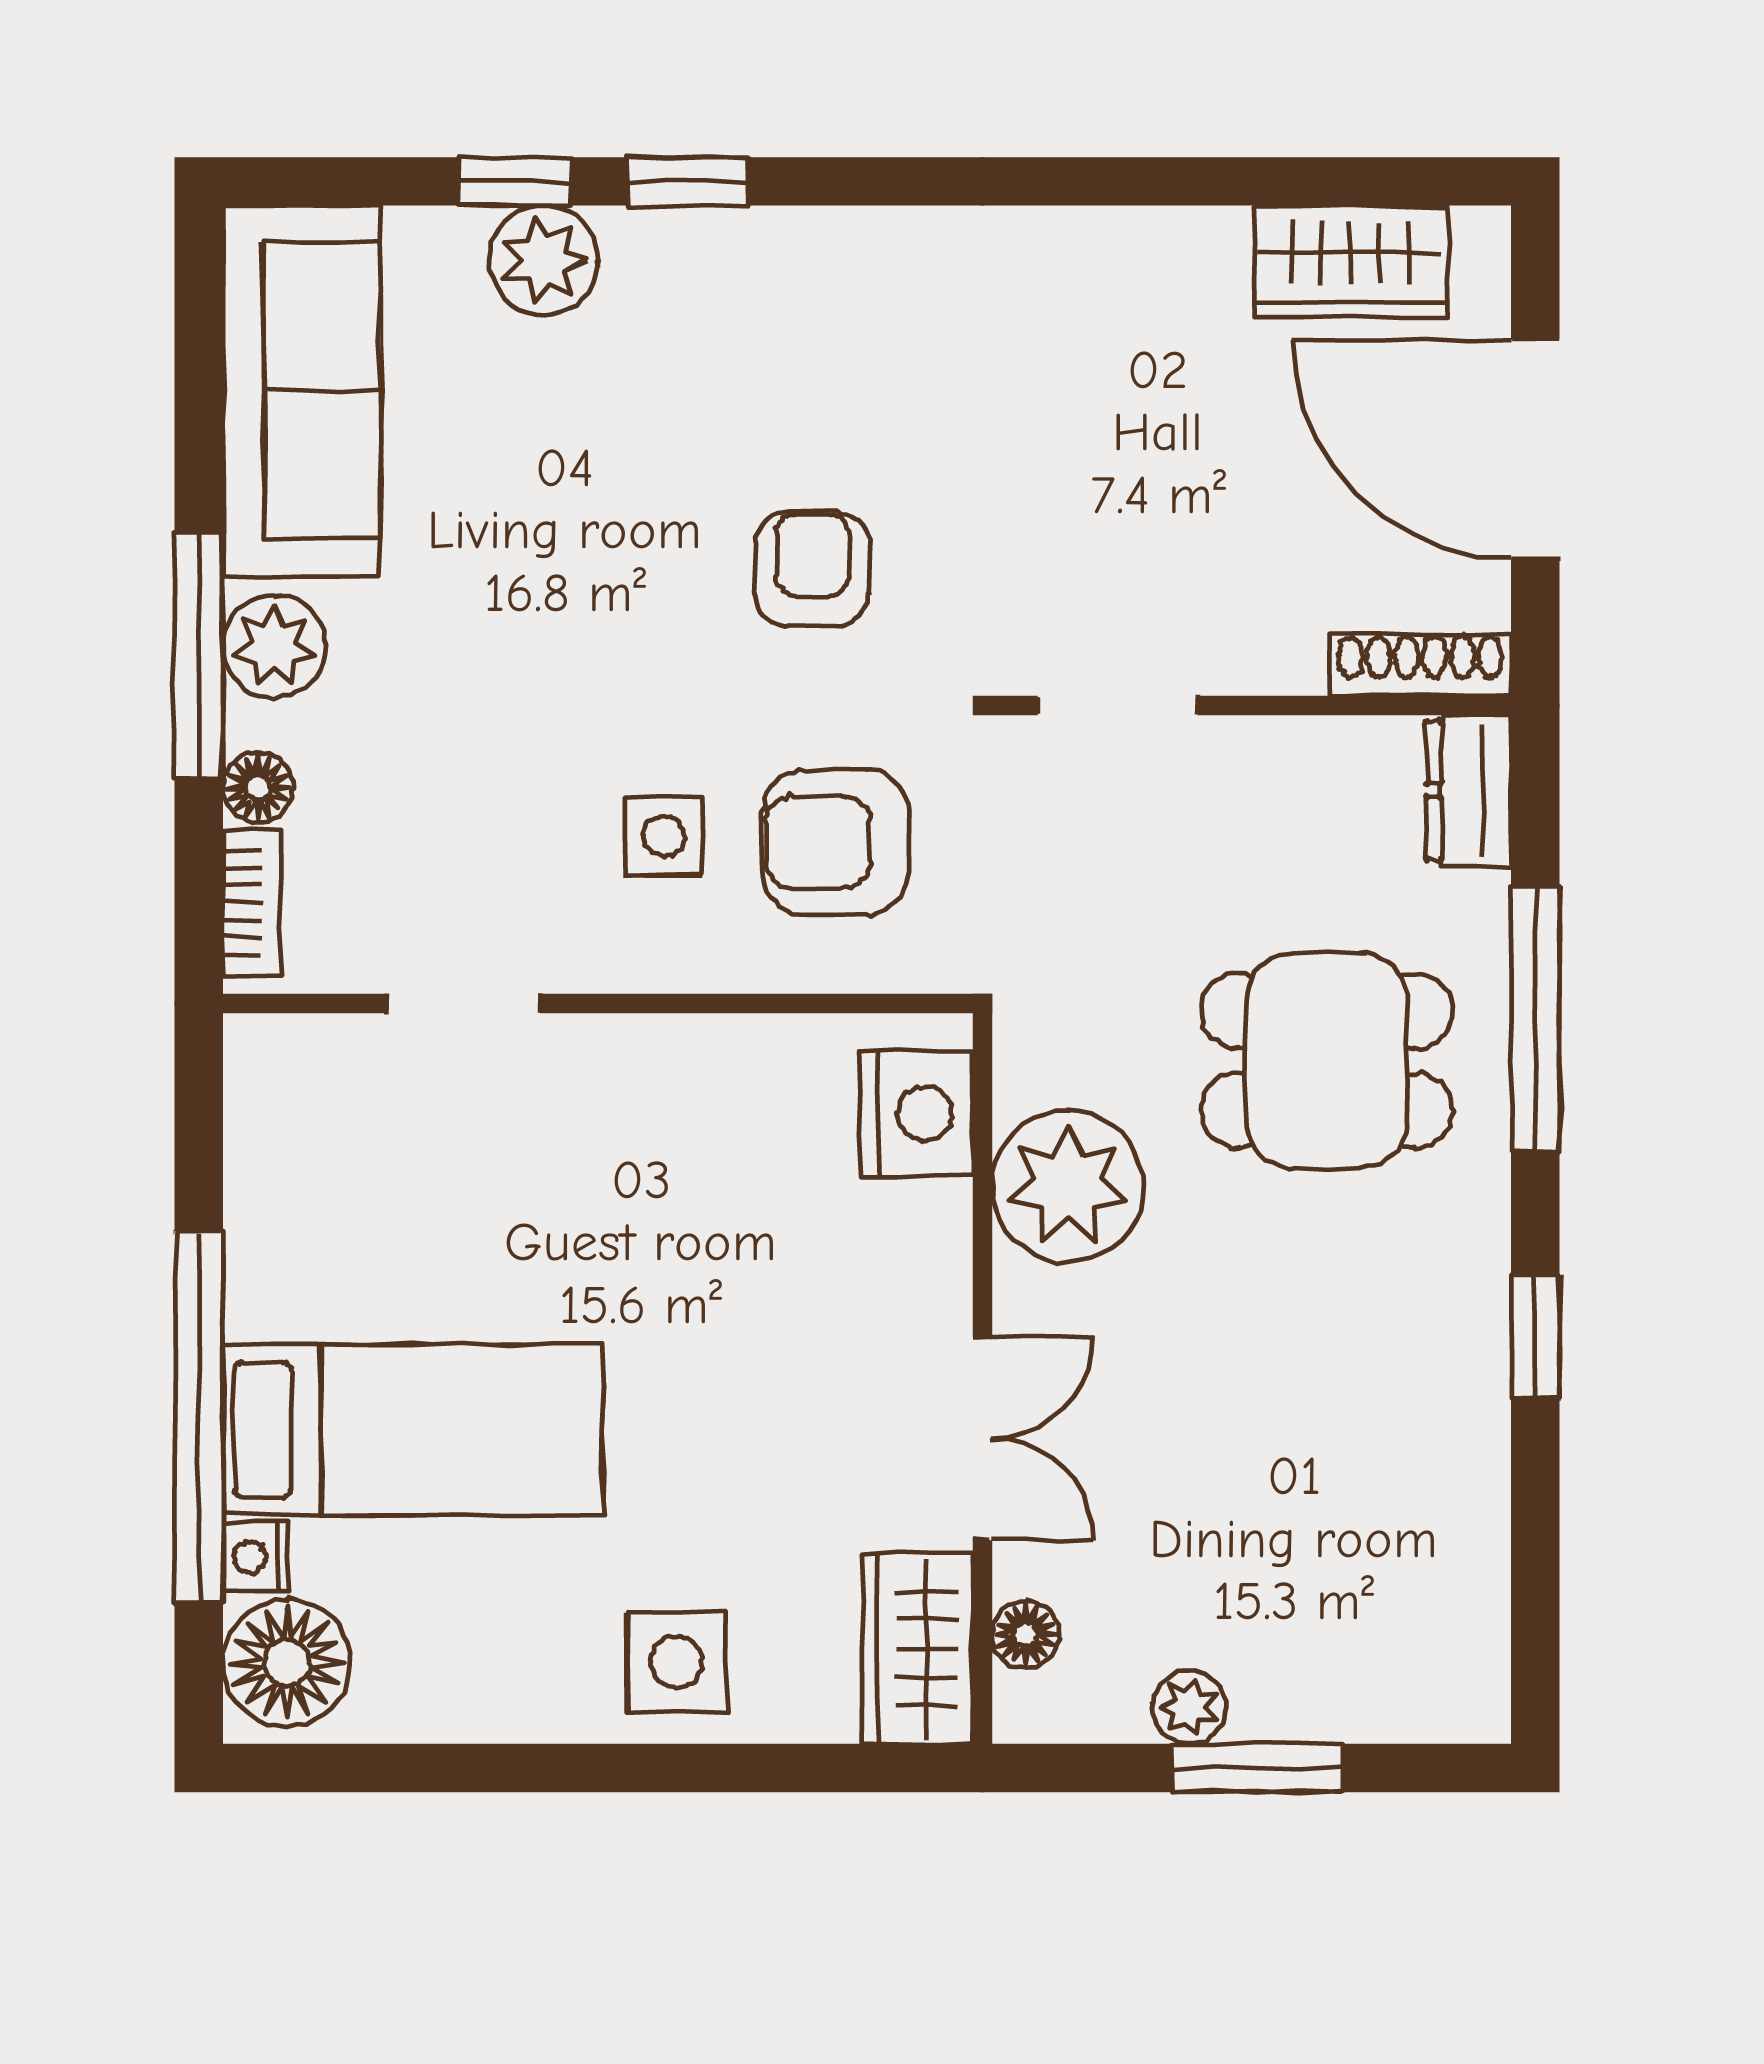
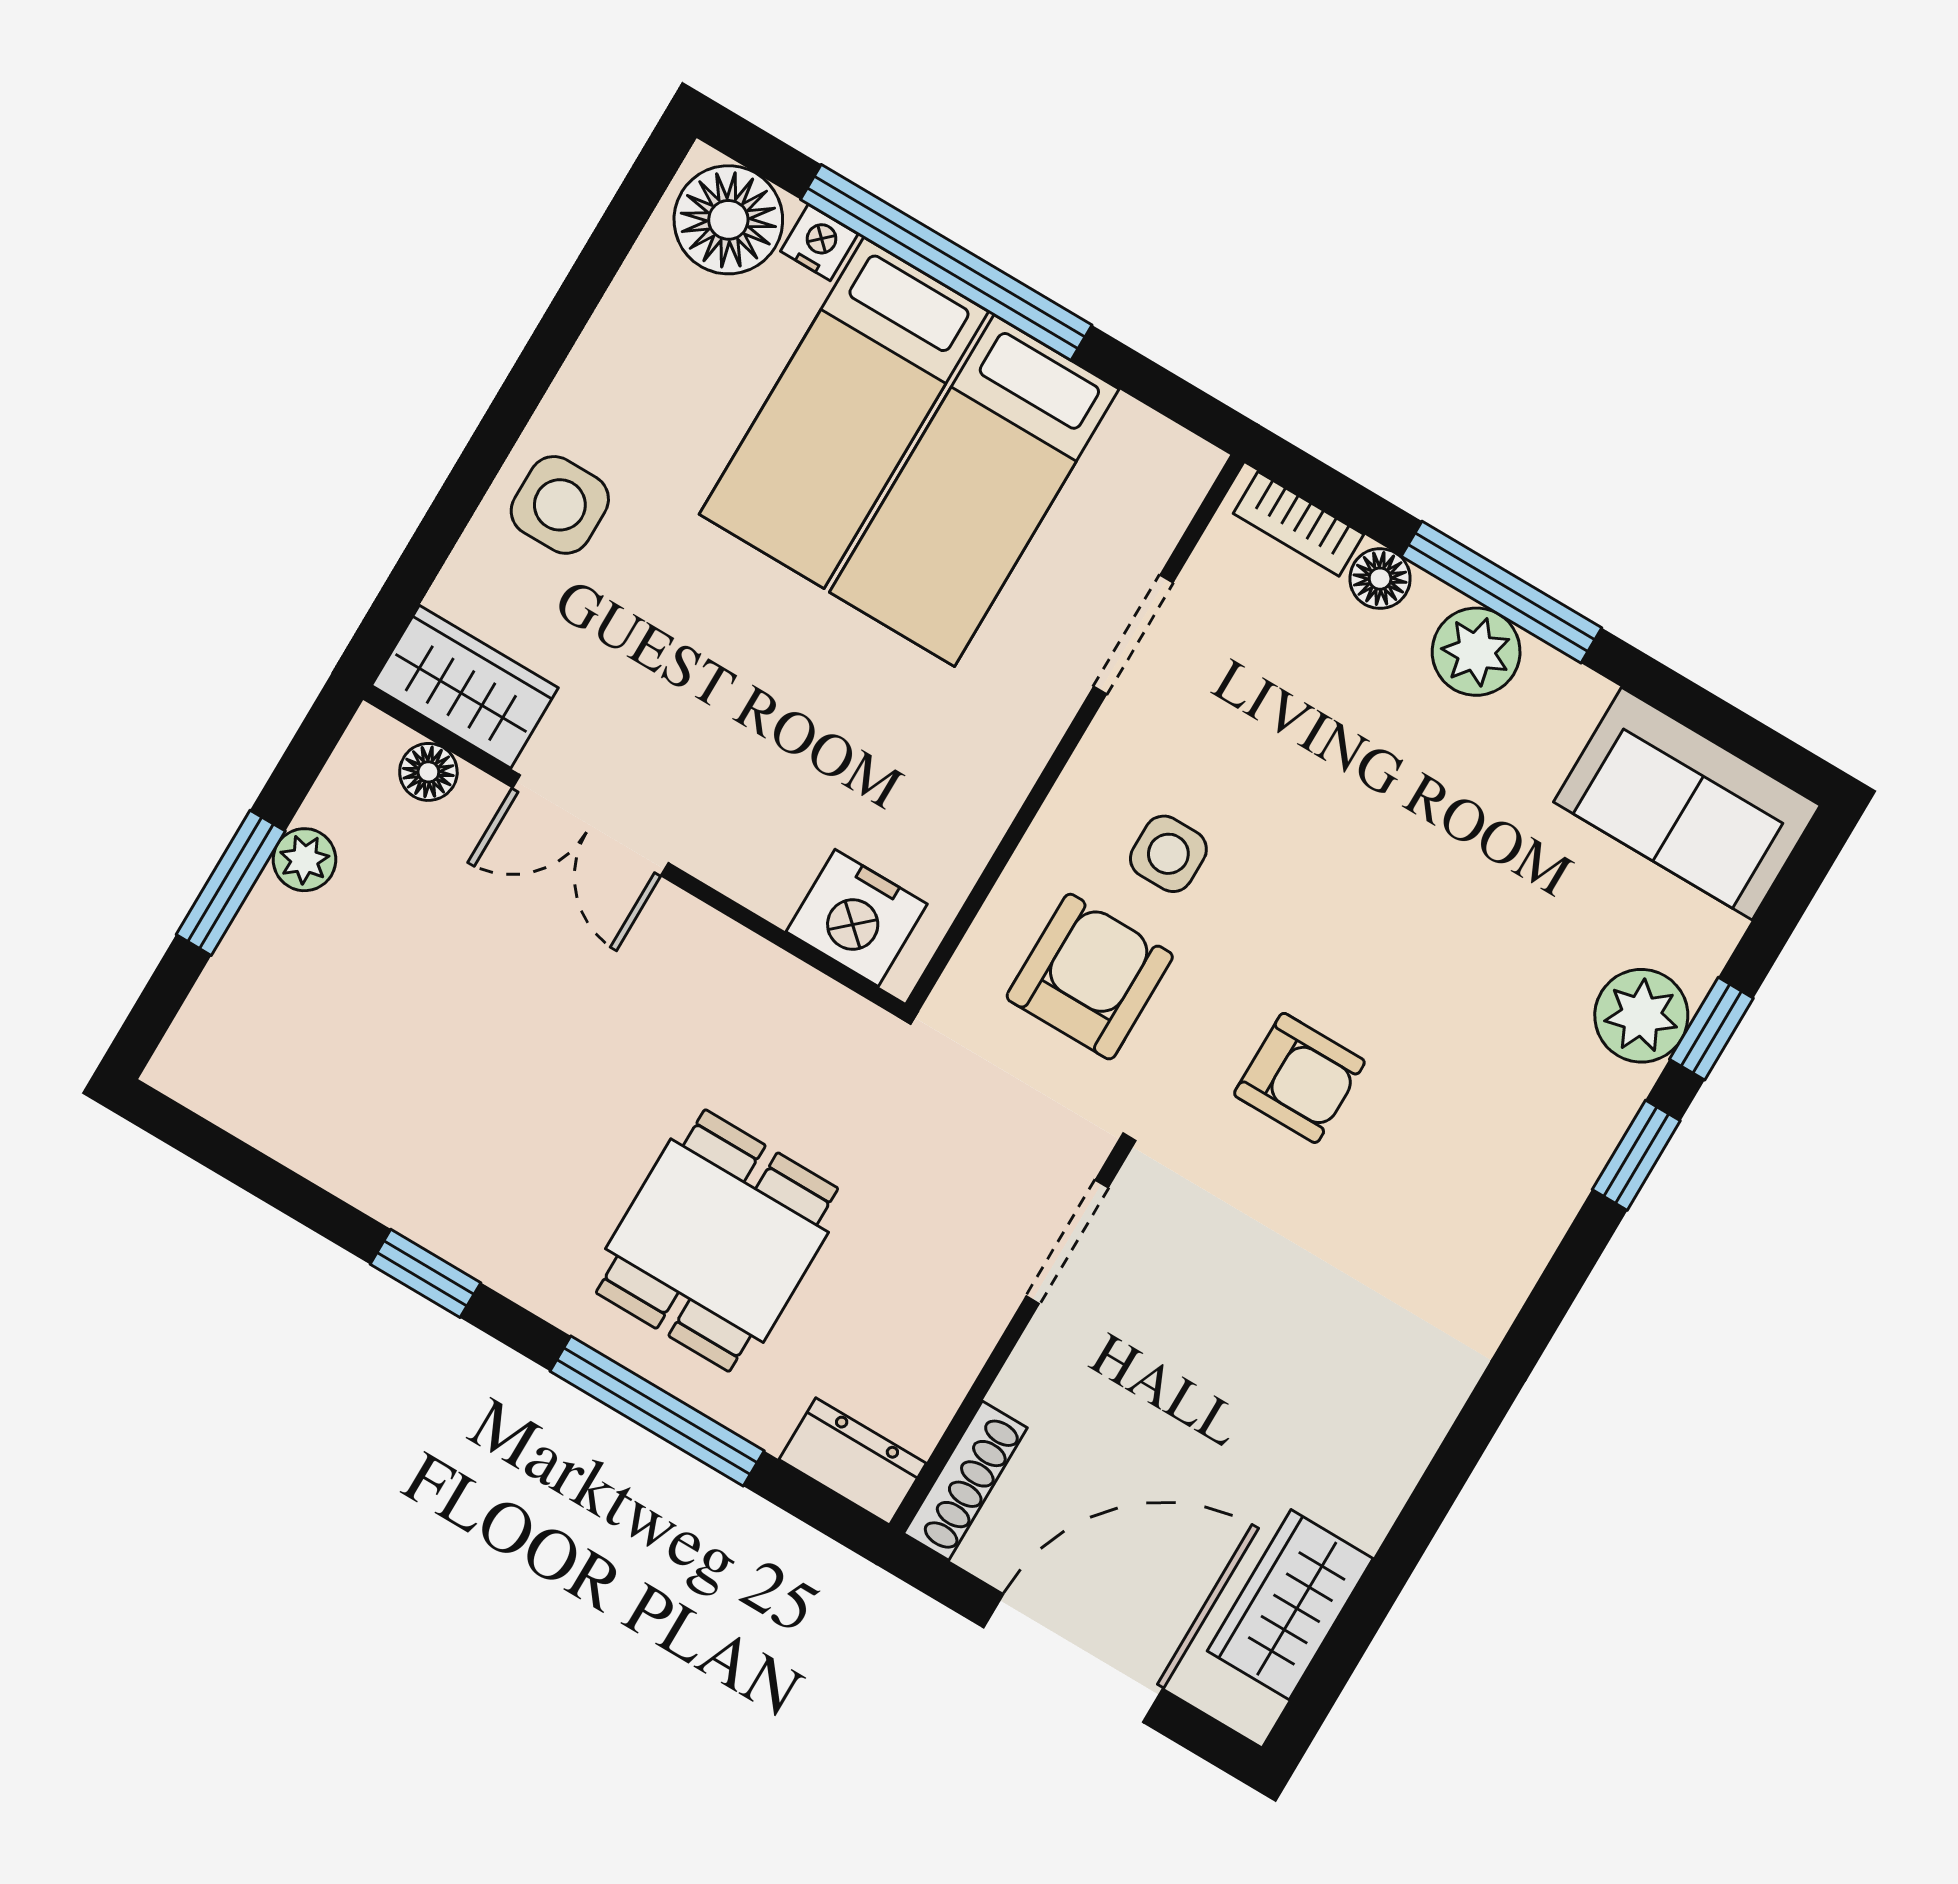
sofa: (301, 391) -> (1687, 804), width x0.73
plant: (1068, 1186) -> (738, 997), removed
bed: (413, 1251) -> (974, 491), added

